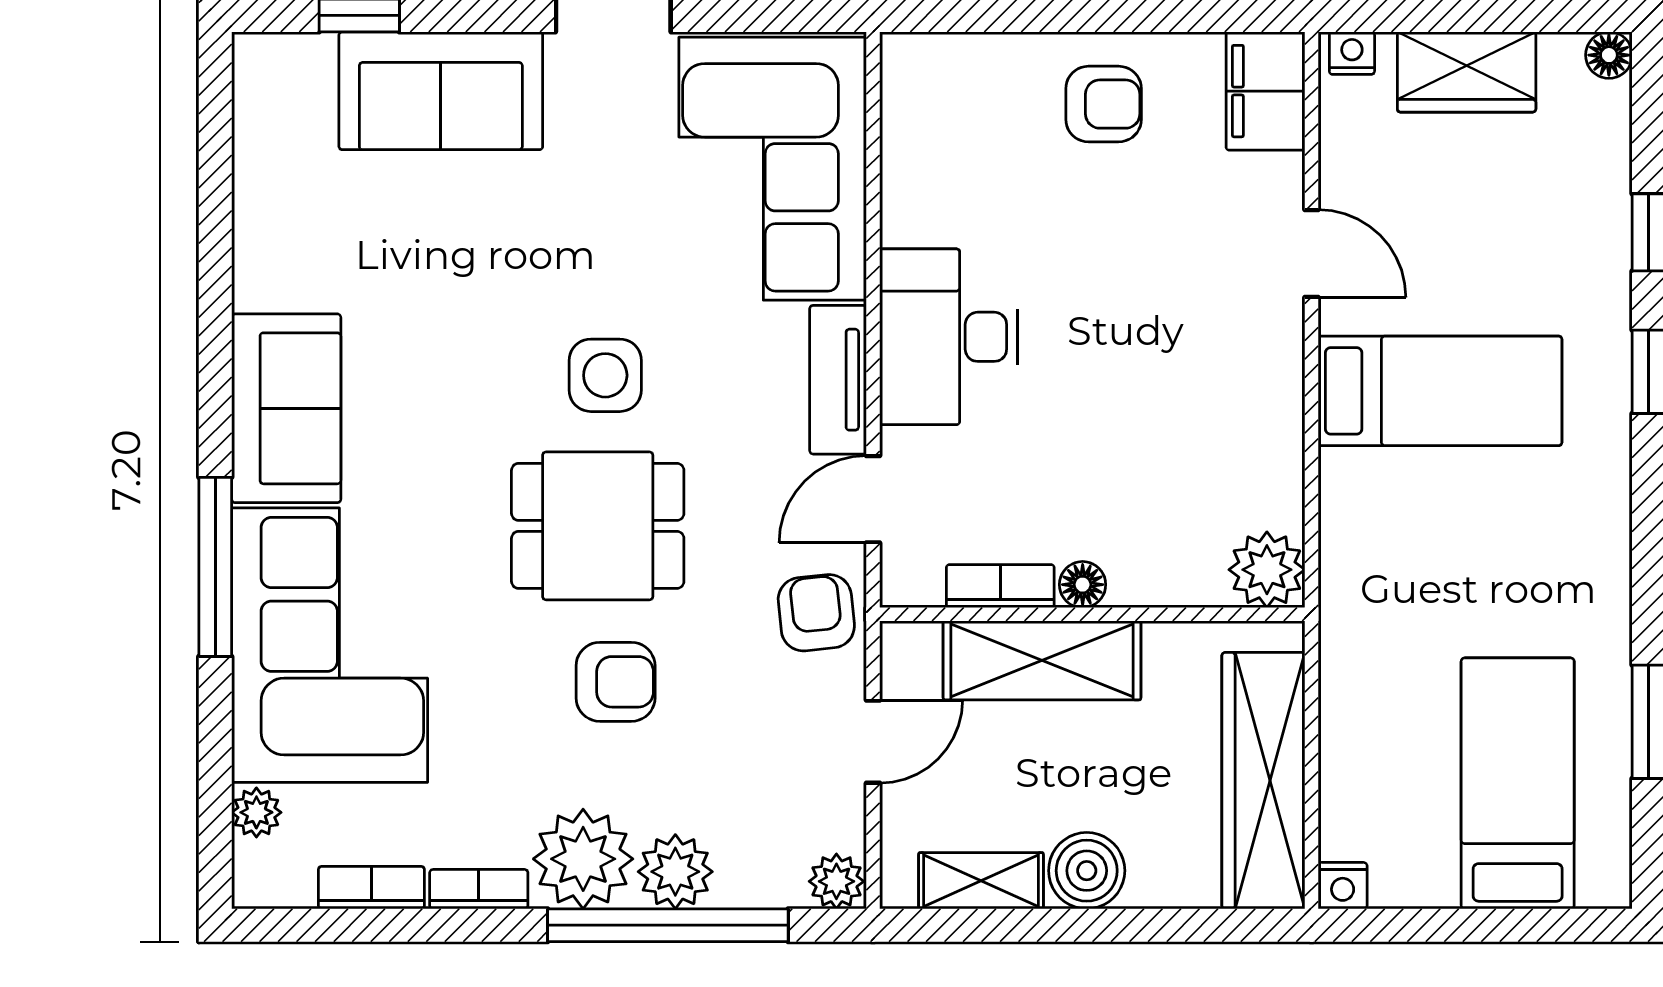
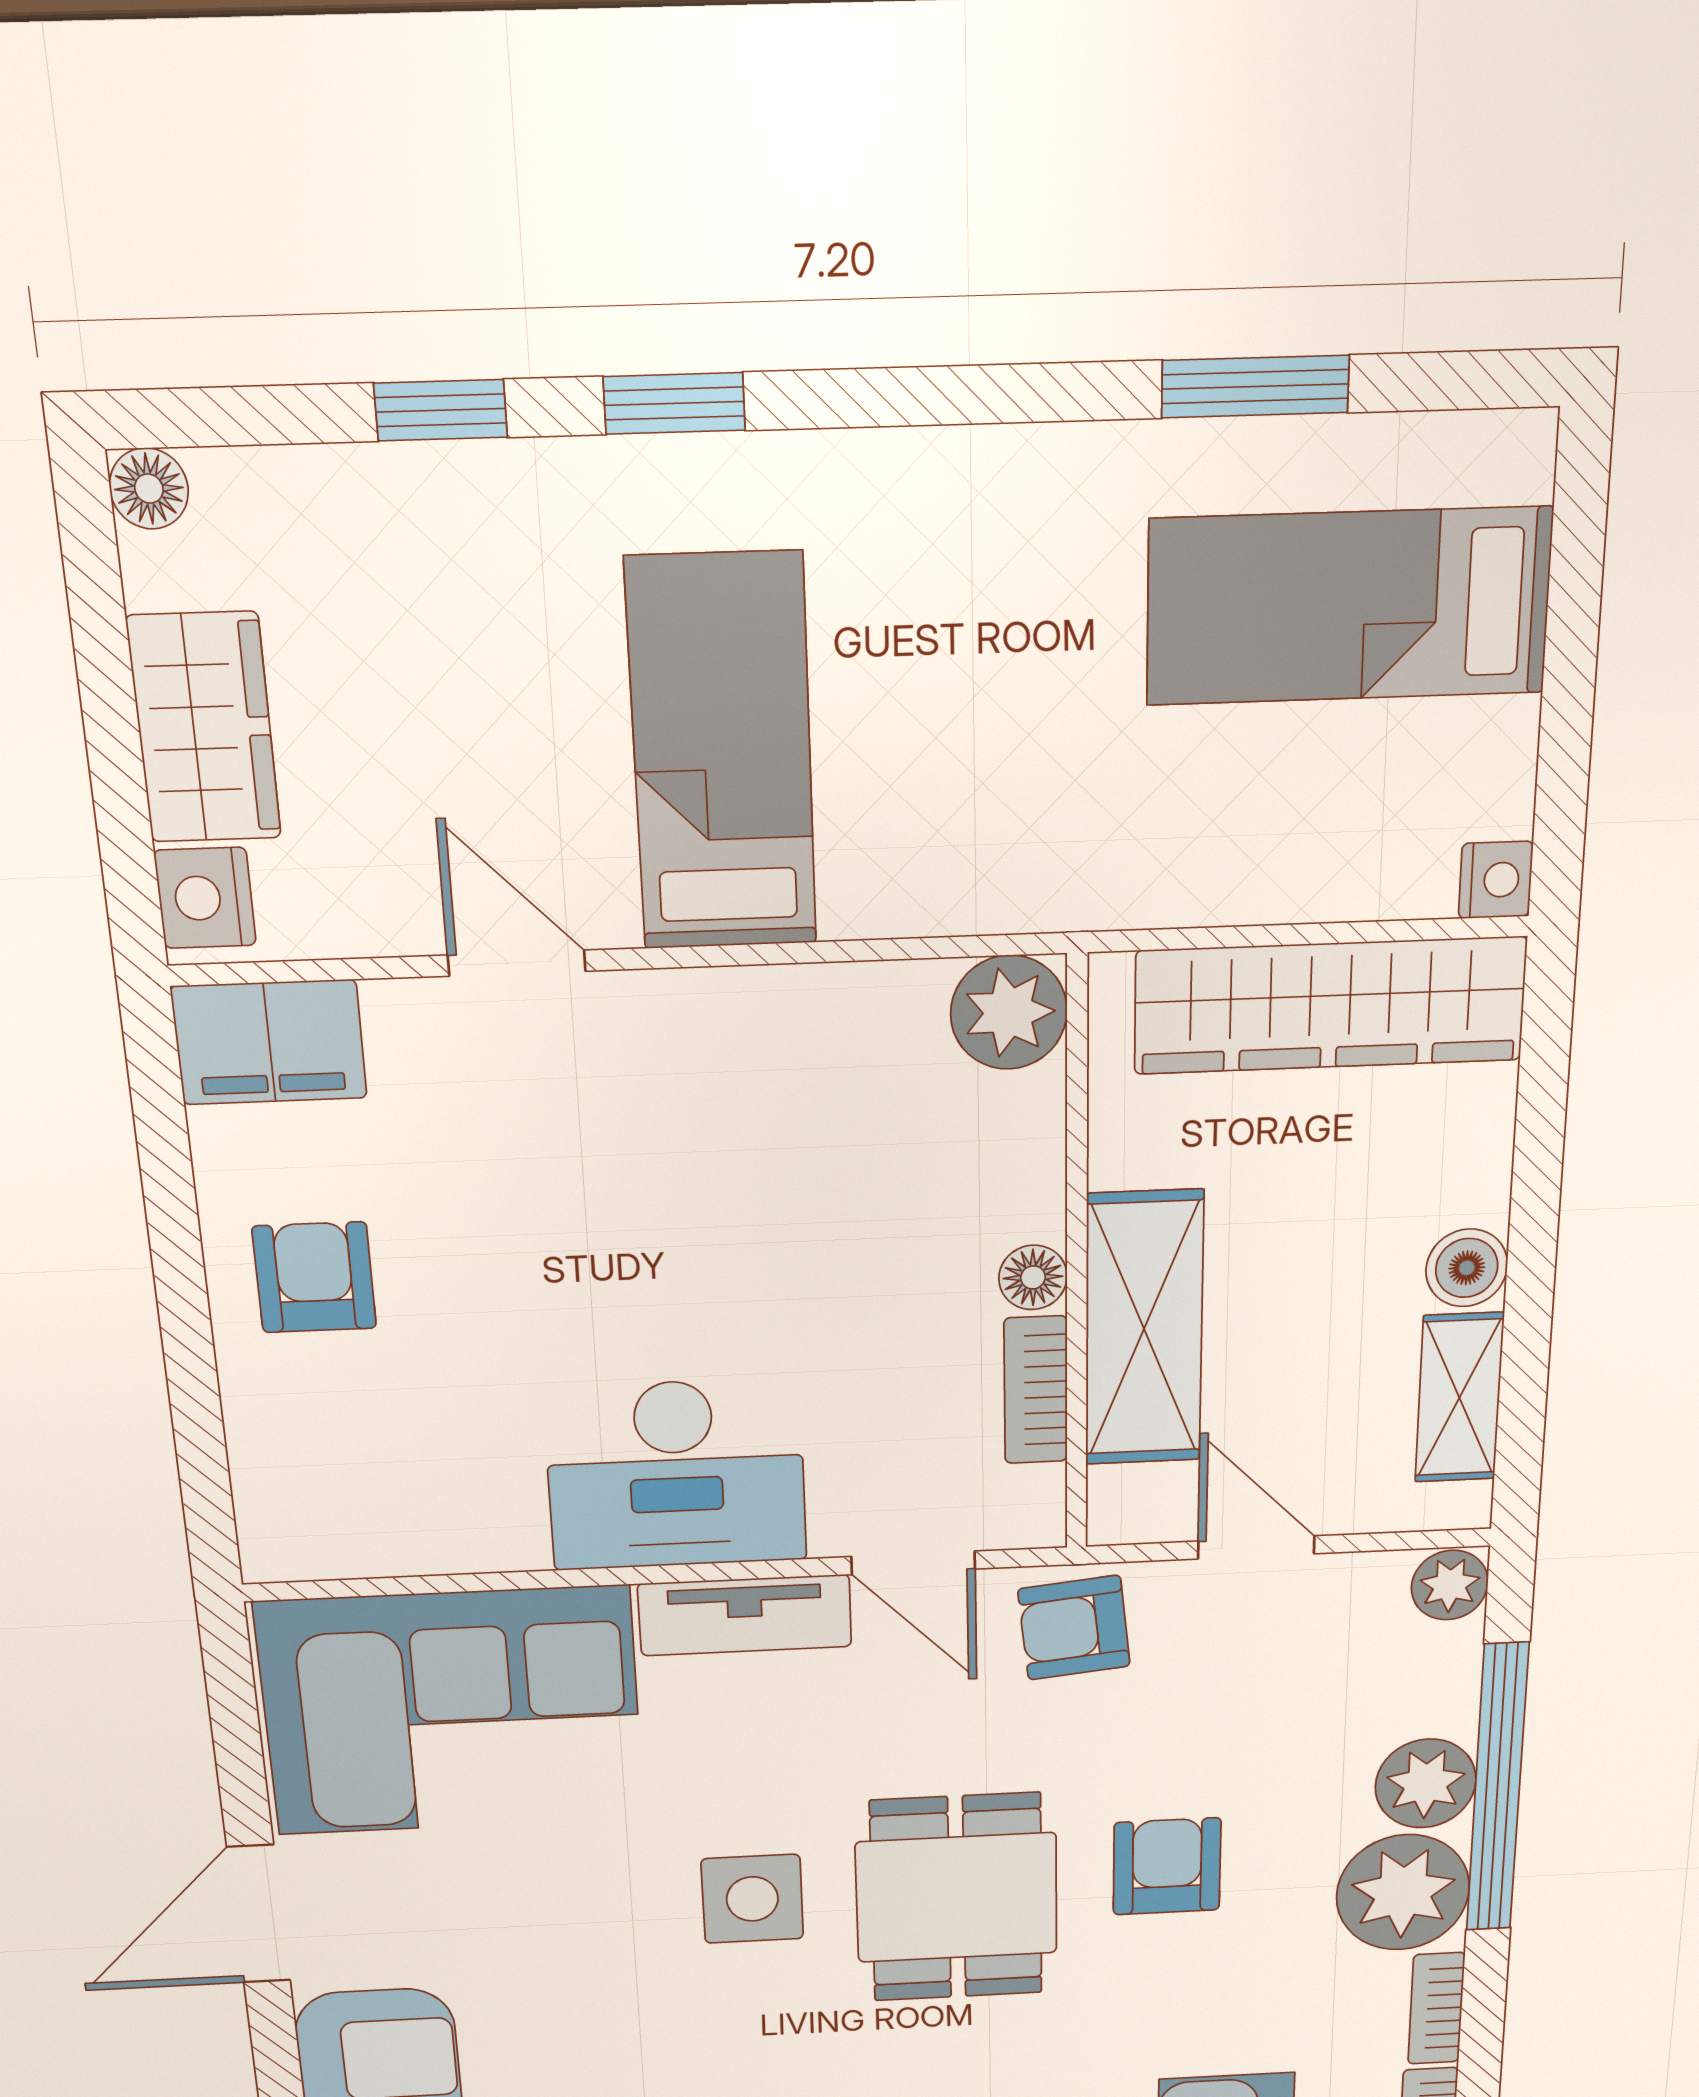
nightstand: (1352, 53) -> (205, 898), width x1.39, depth x1.35
door: (1312, 253) -> (517, 963), hinge flipped
boiler: (1087, 871) -> (1467, 1268), width x0.73, depth x0.73

